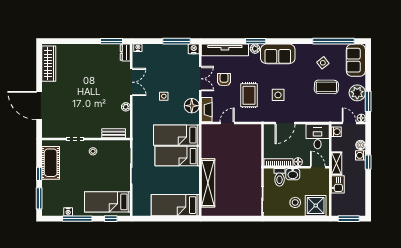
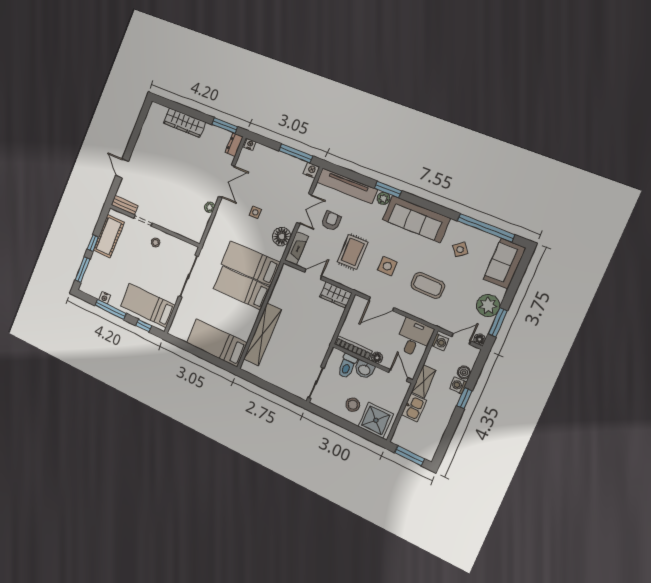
sofa: (278, 54) -> (416, 219), width x1.36
wardrobe: (49, 64) -> (184, 123), moved, turned 90
coffee table: (326, 87) -> (428, 285), moved
door: (39, 106) -> (122, 168), width x0.53
door: (349, 123) -> (461, 339), hinge flipped
wardrobe: (250, 131) -> (336, 295), added
bench: (114, 133) -> (124, 205), moved

